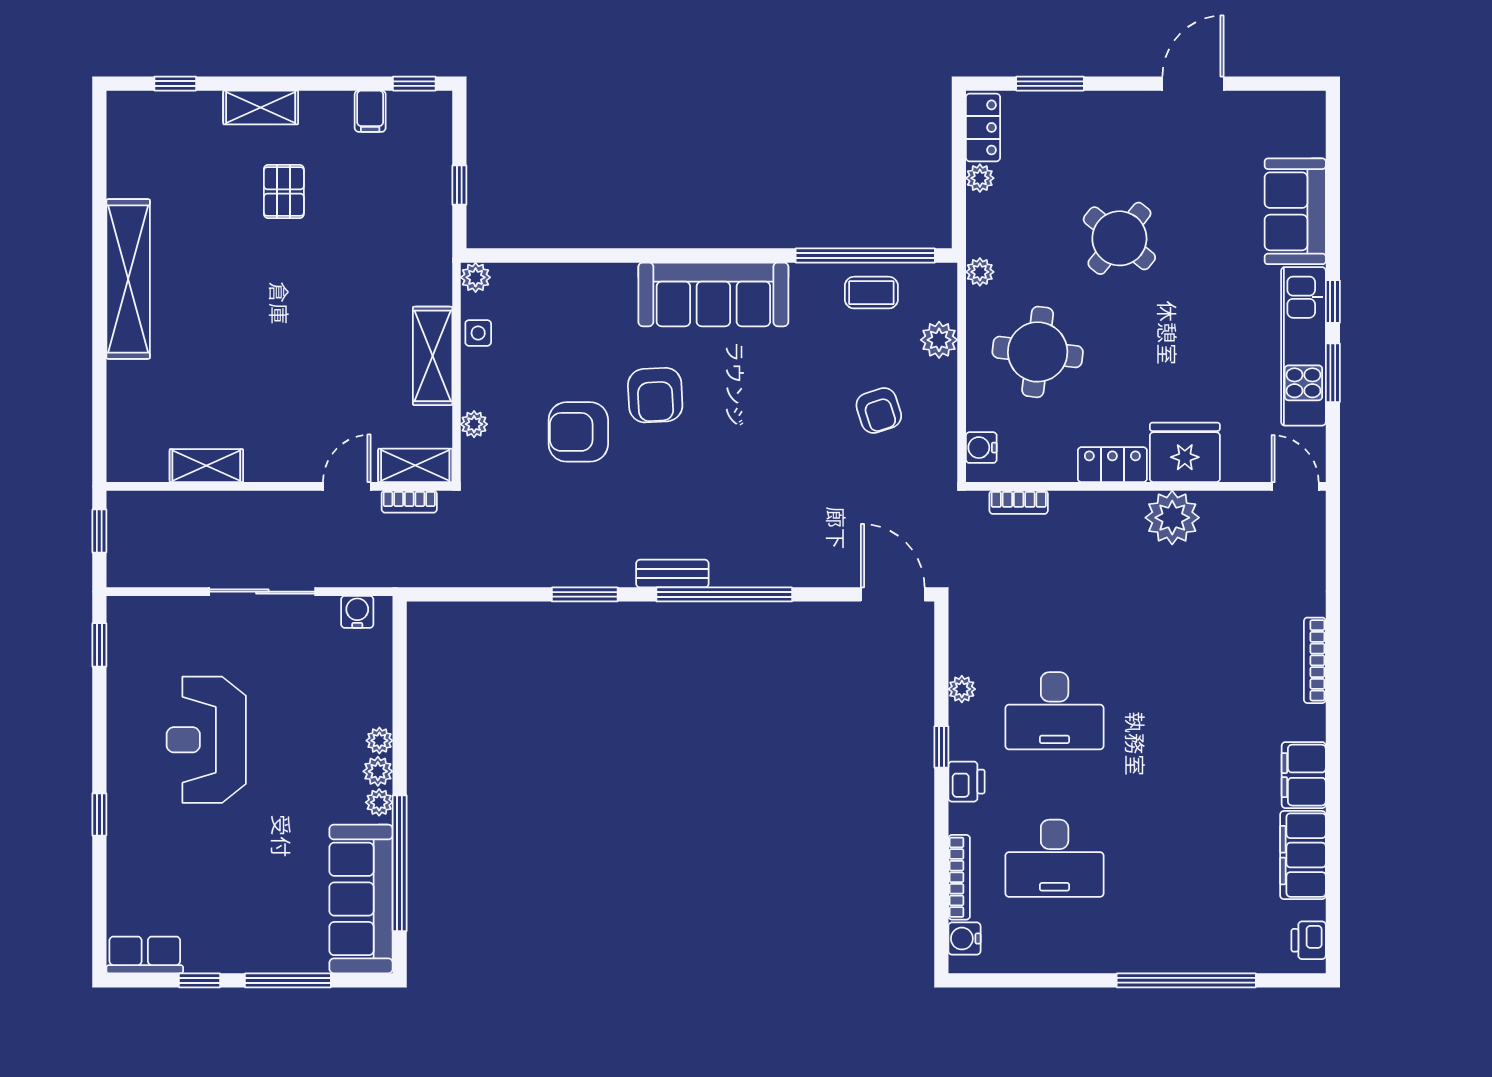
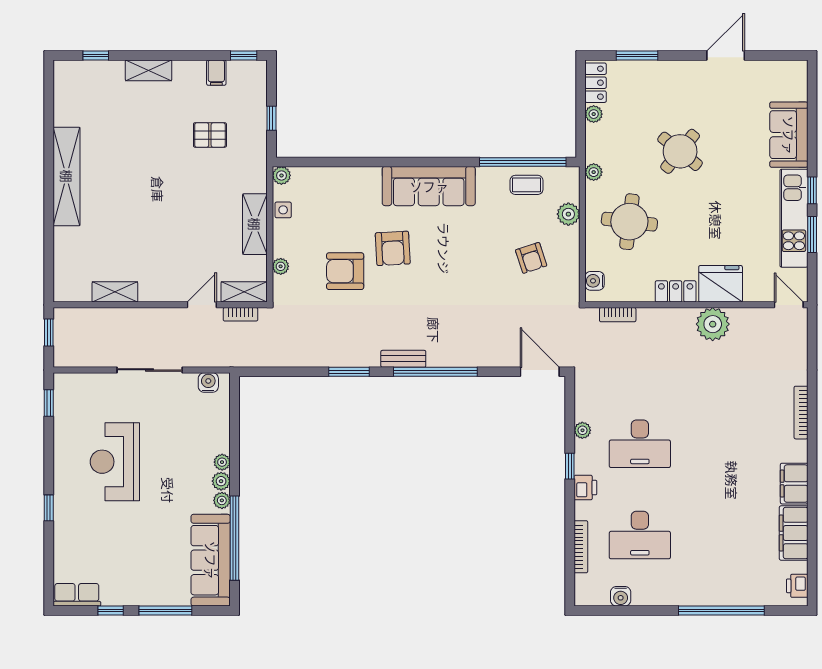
pallet: (284, 191) -> (210, 135), moved, turned 90
water cooler: (964, 939) -> (621, 596), moved, turned -90

